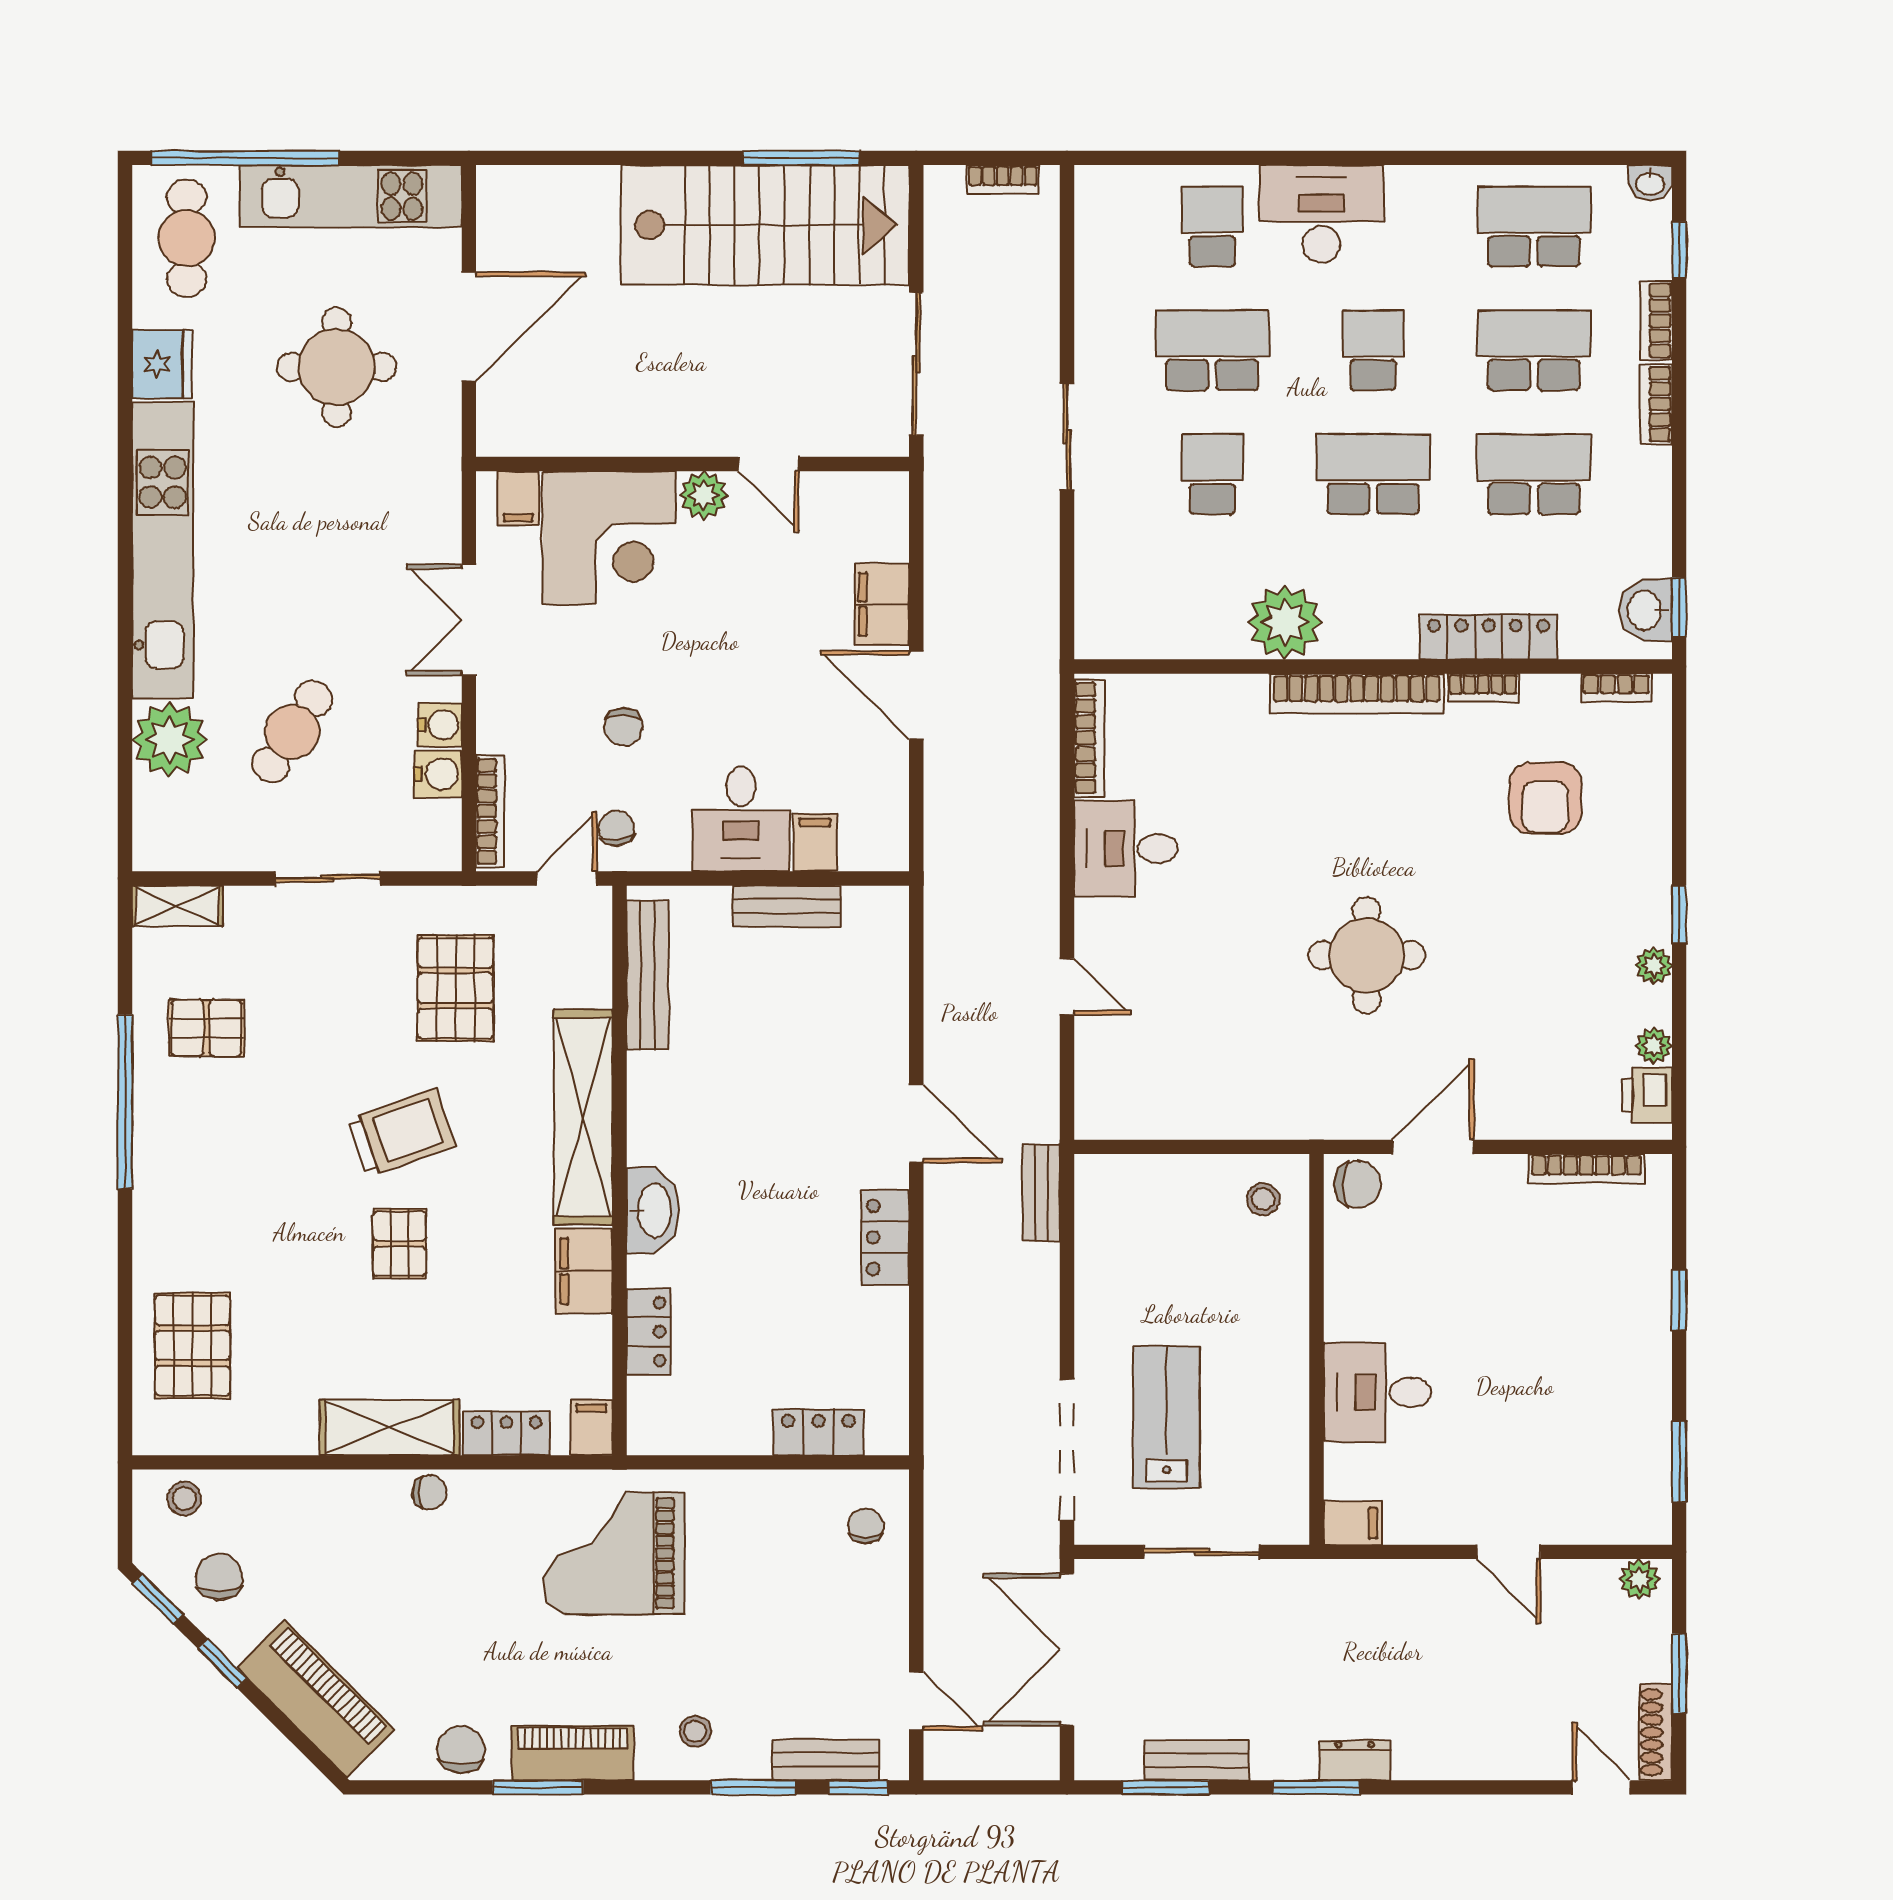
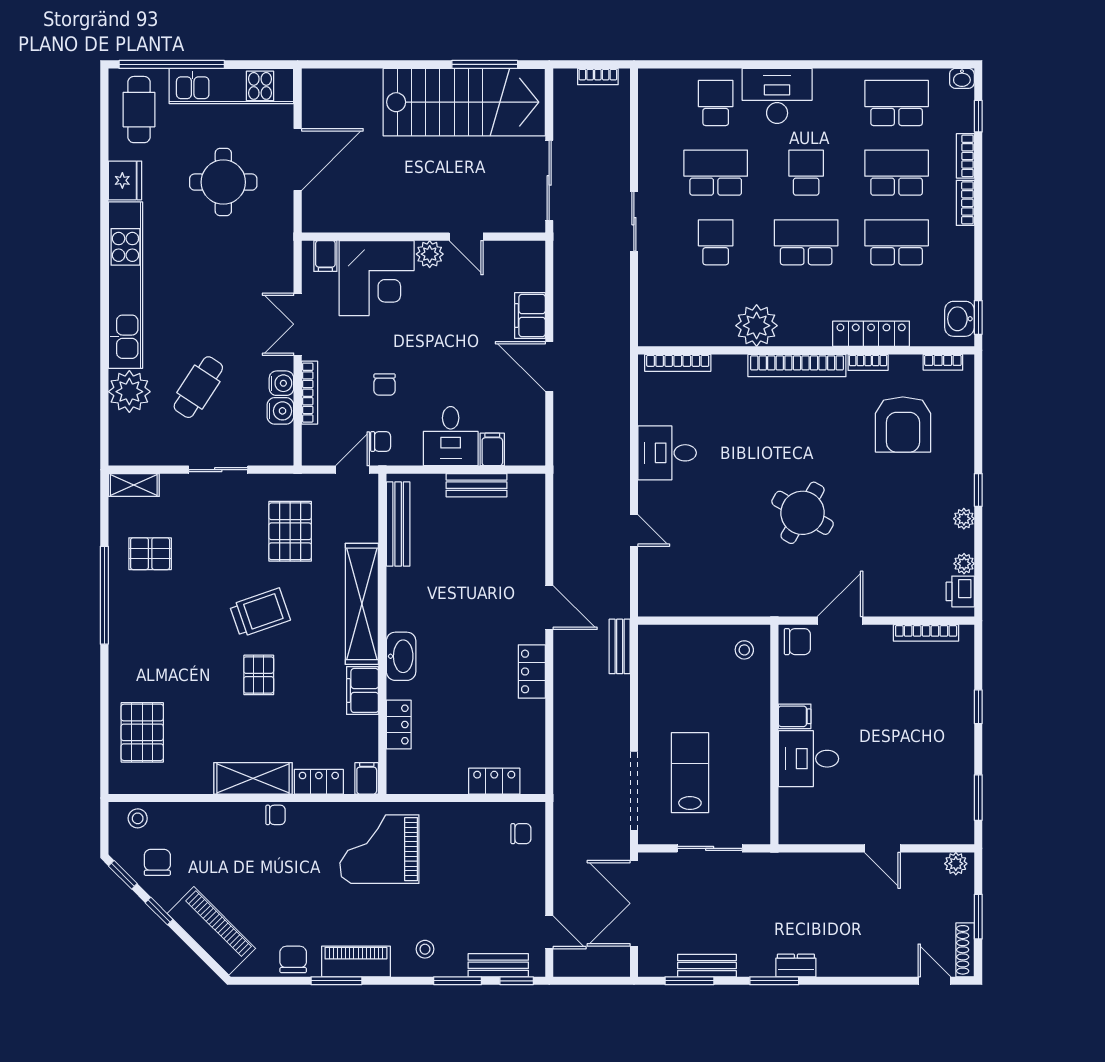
bookcase: (1089, 738) -> (678, 363), moved, turned 90
armchair: (1545, 798) -> (903, 425), width x1.36, depth x1.36
bookcase: (490, 811) -> (310, 393), moved
chair: (616, 828) -> (381, 442), turned 96
round table: (1367, 955) -> (803, 513), turned 30
filing cabinet: (1353, 1523) -> (795, 716), moved
chair: (866, 1526) -> (521, 834), turned 90

